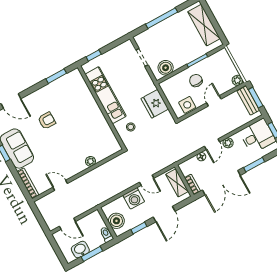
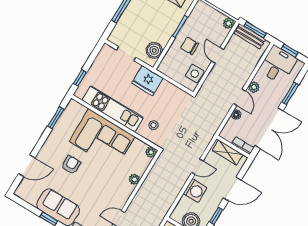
fridge: (155, 104) -> (148, 81), moved
corner sofa: (83, 114) -> (102, 139), added
plant: (116, 147) -> (151, 152), added
door: (164, 214) -> (232, 189), hinge flipped

